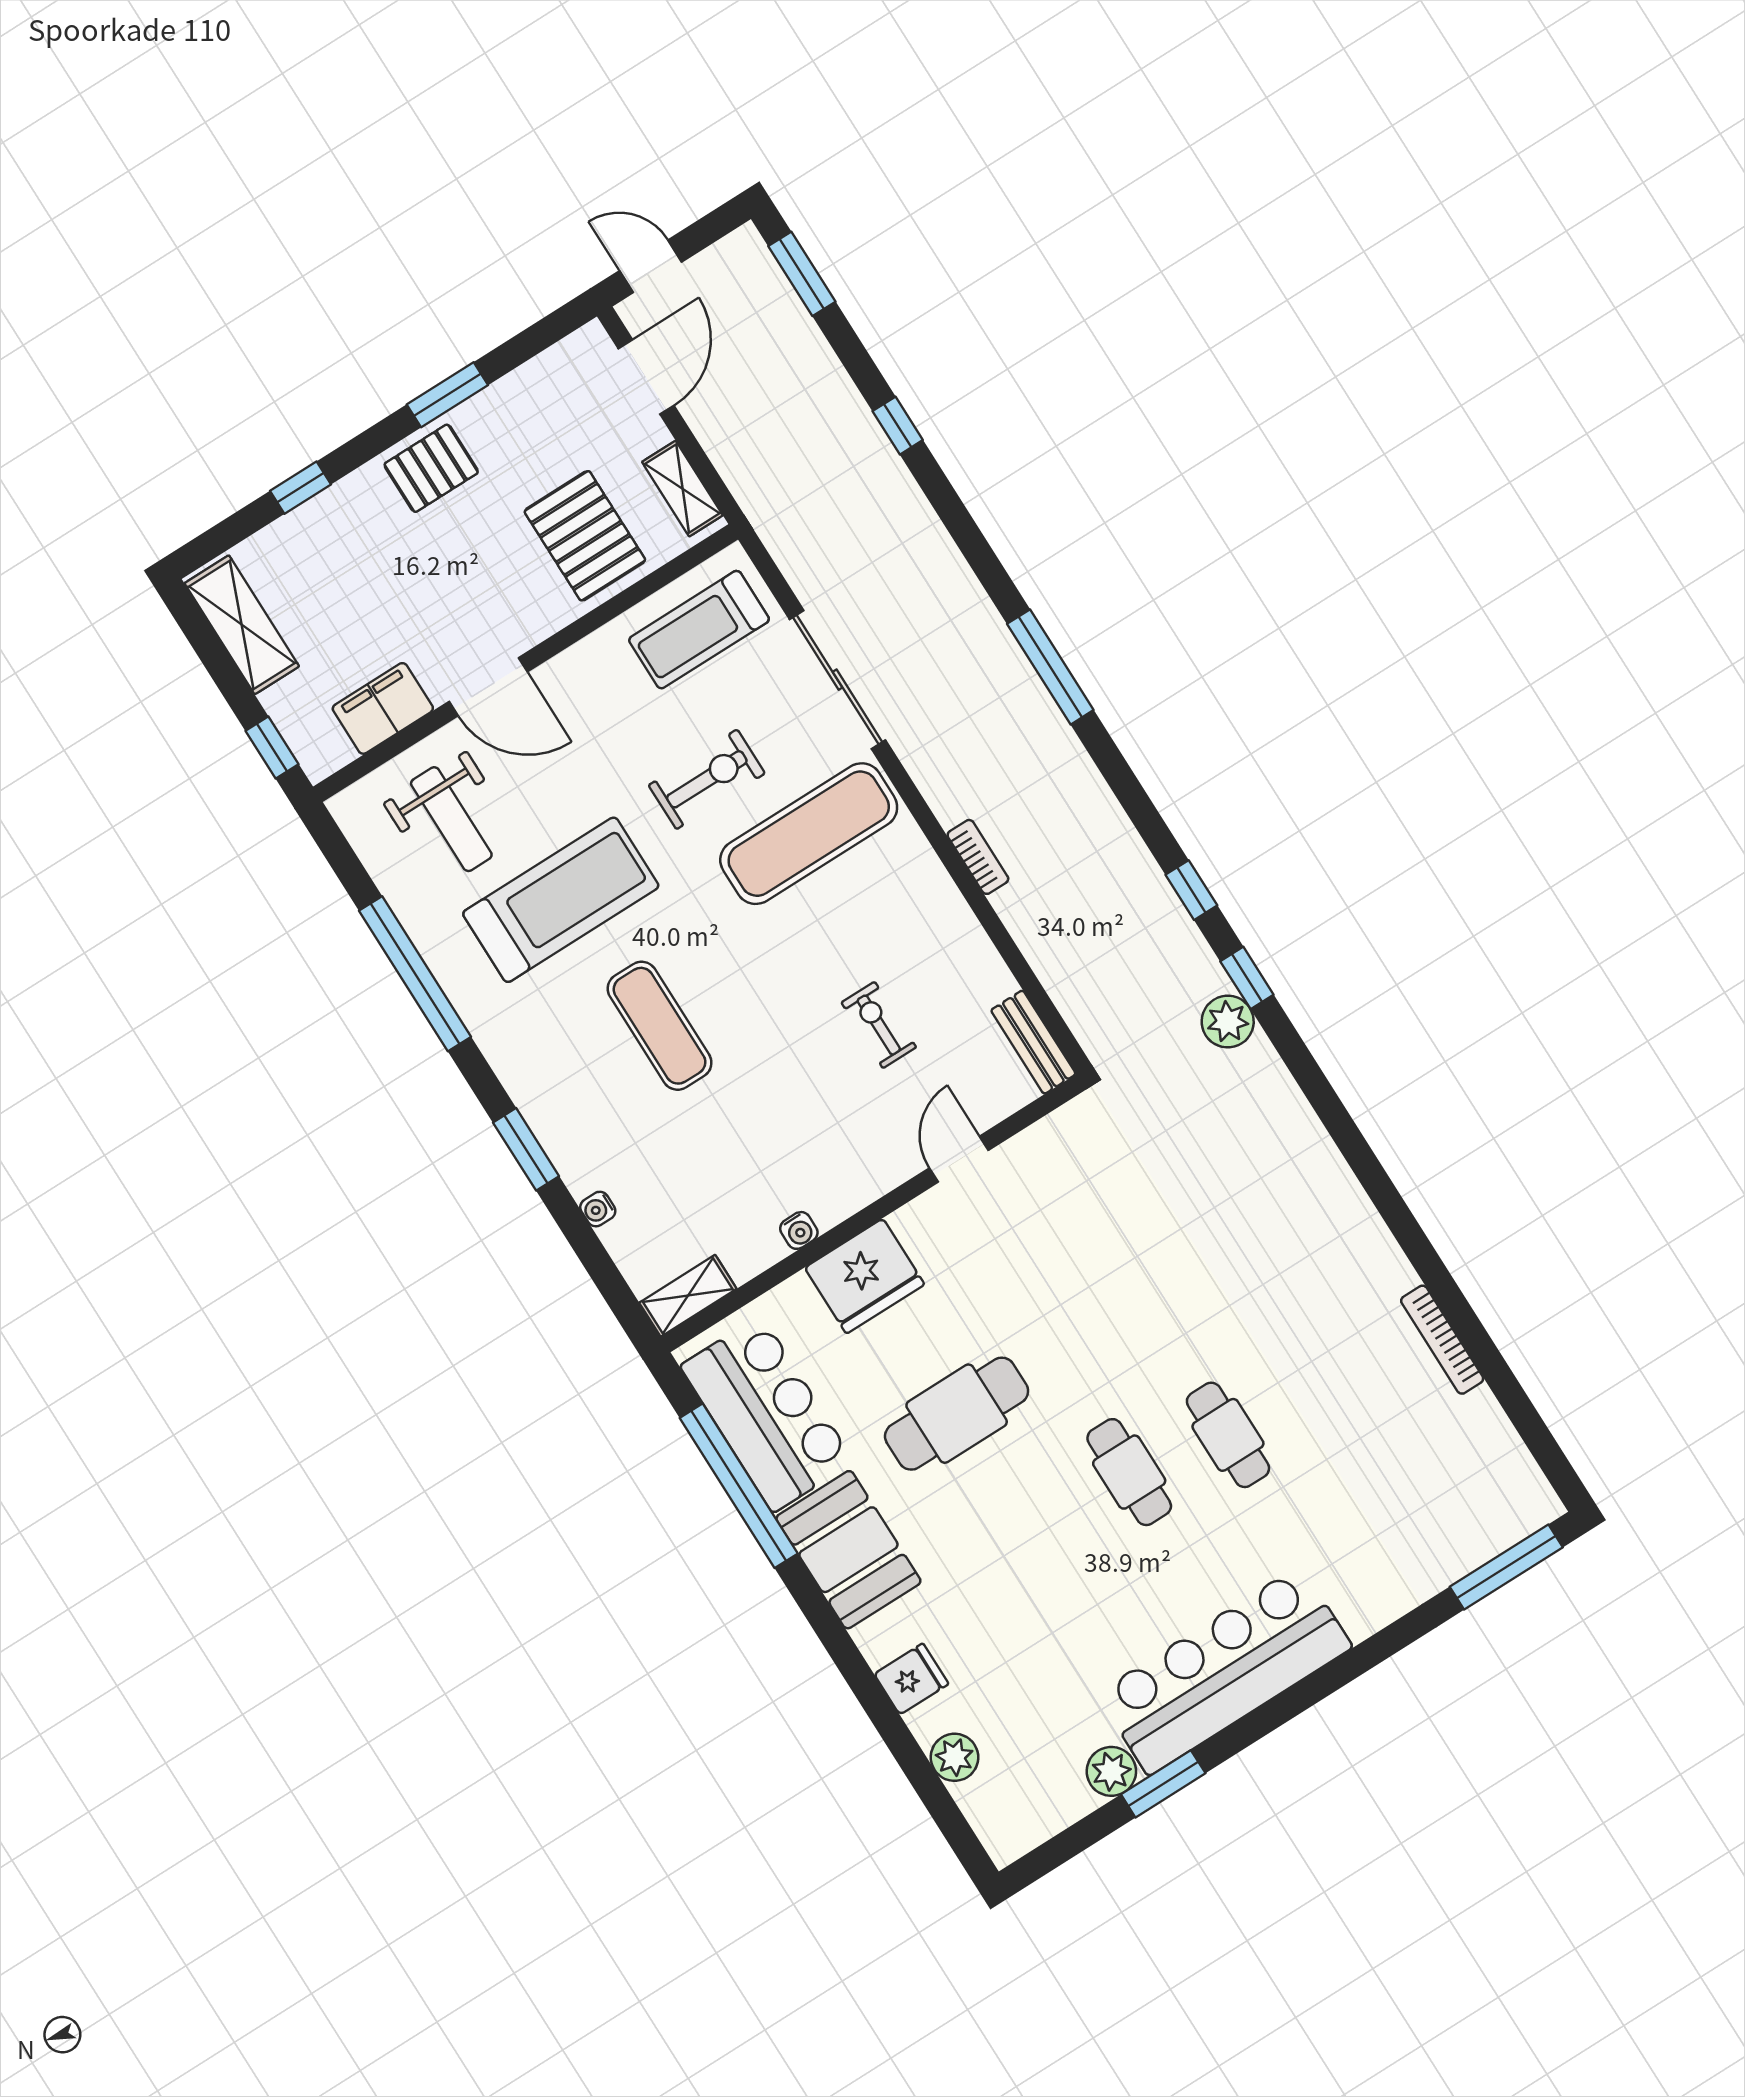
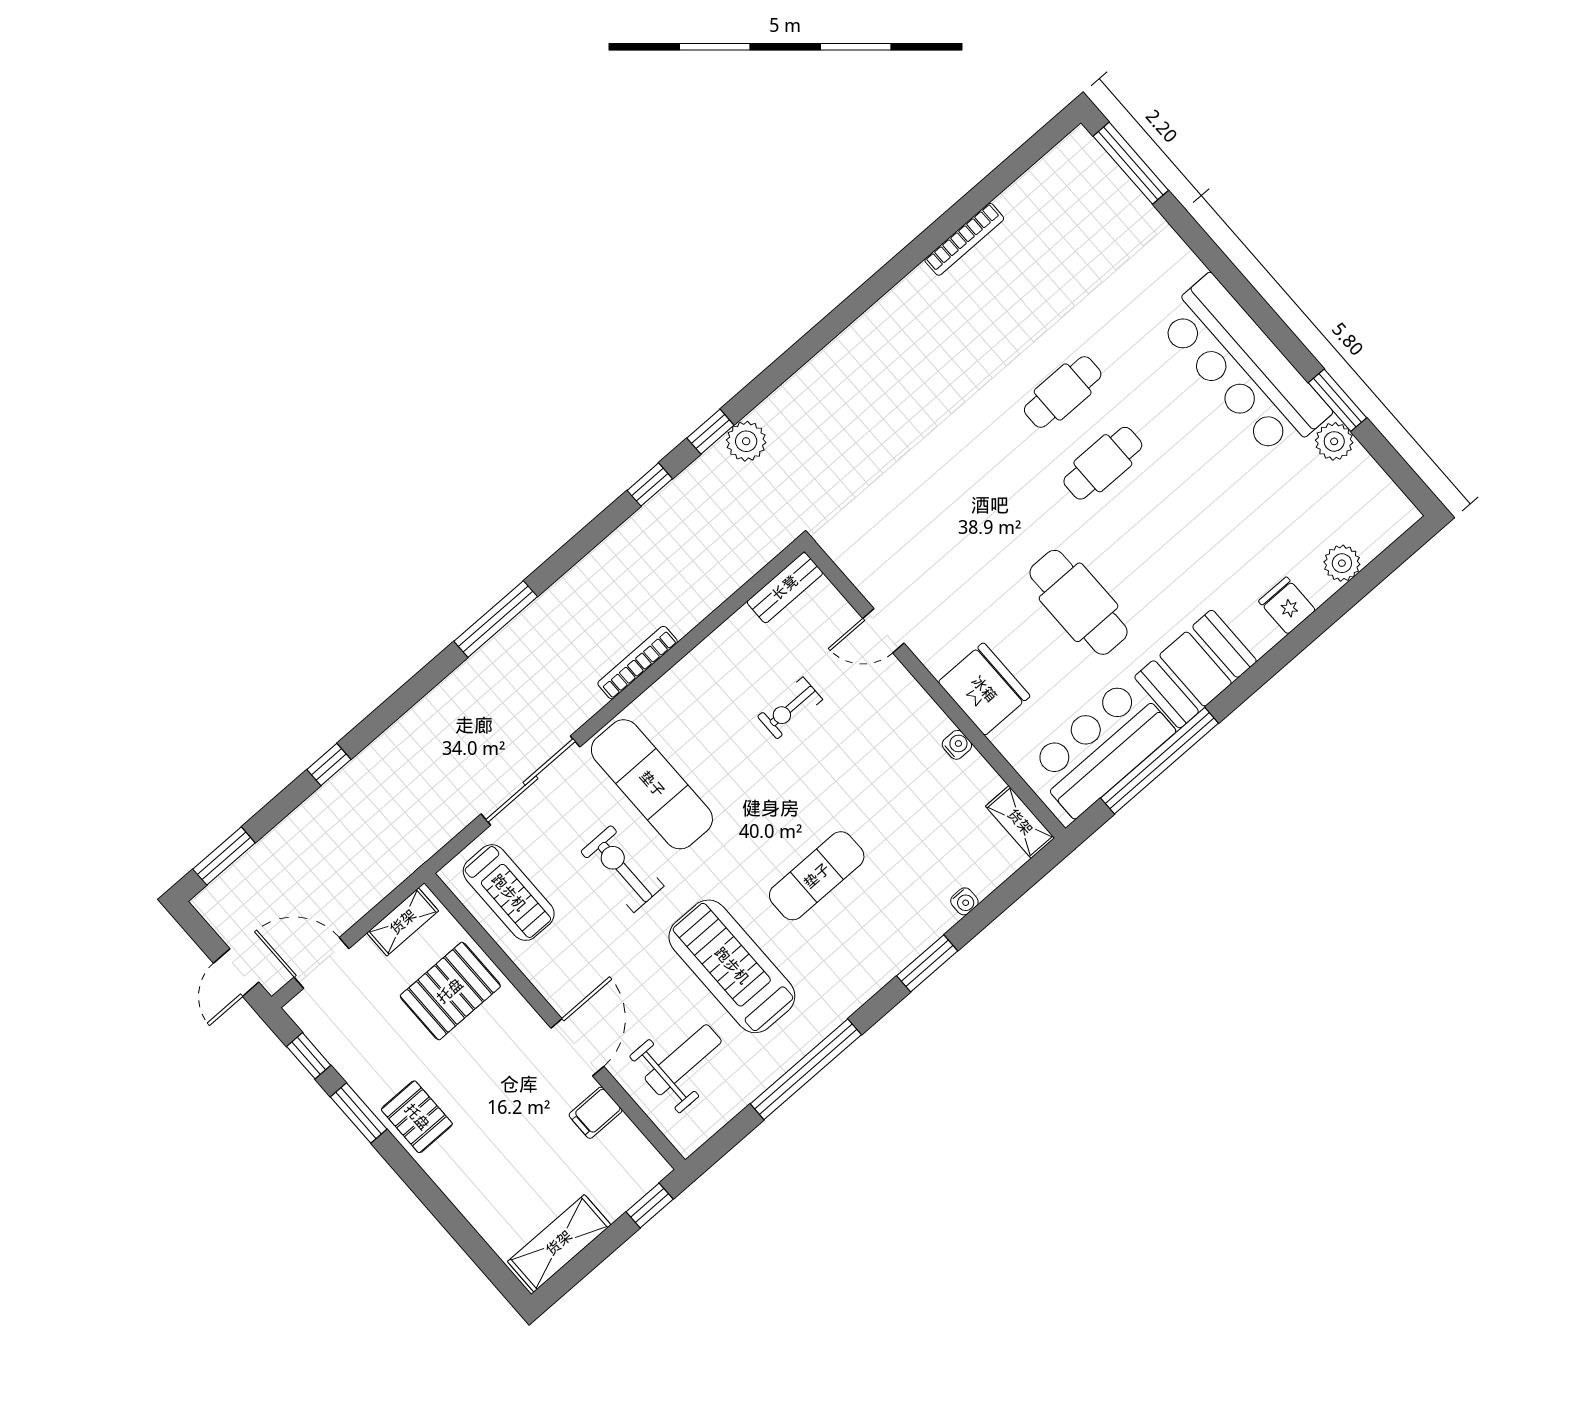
window: (301, 488) -> (309, 1056), moved
filing cabinet: (383, 708) -> (596, 1113), width x0.50
bookcase: (978, 857) -> (638, 663), width x1.56

